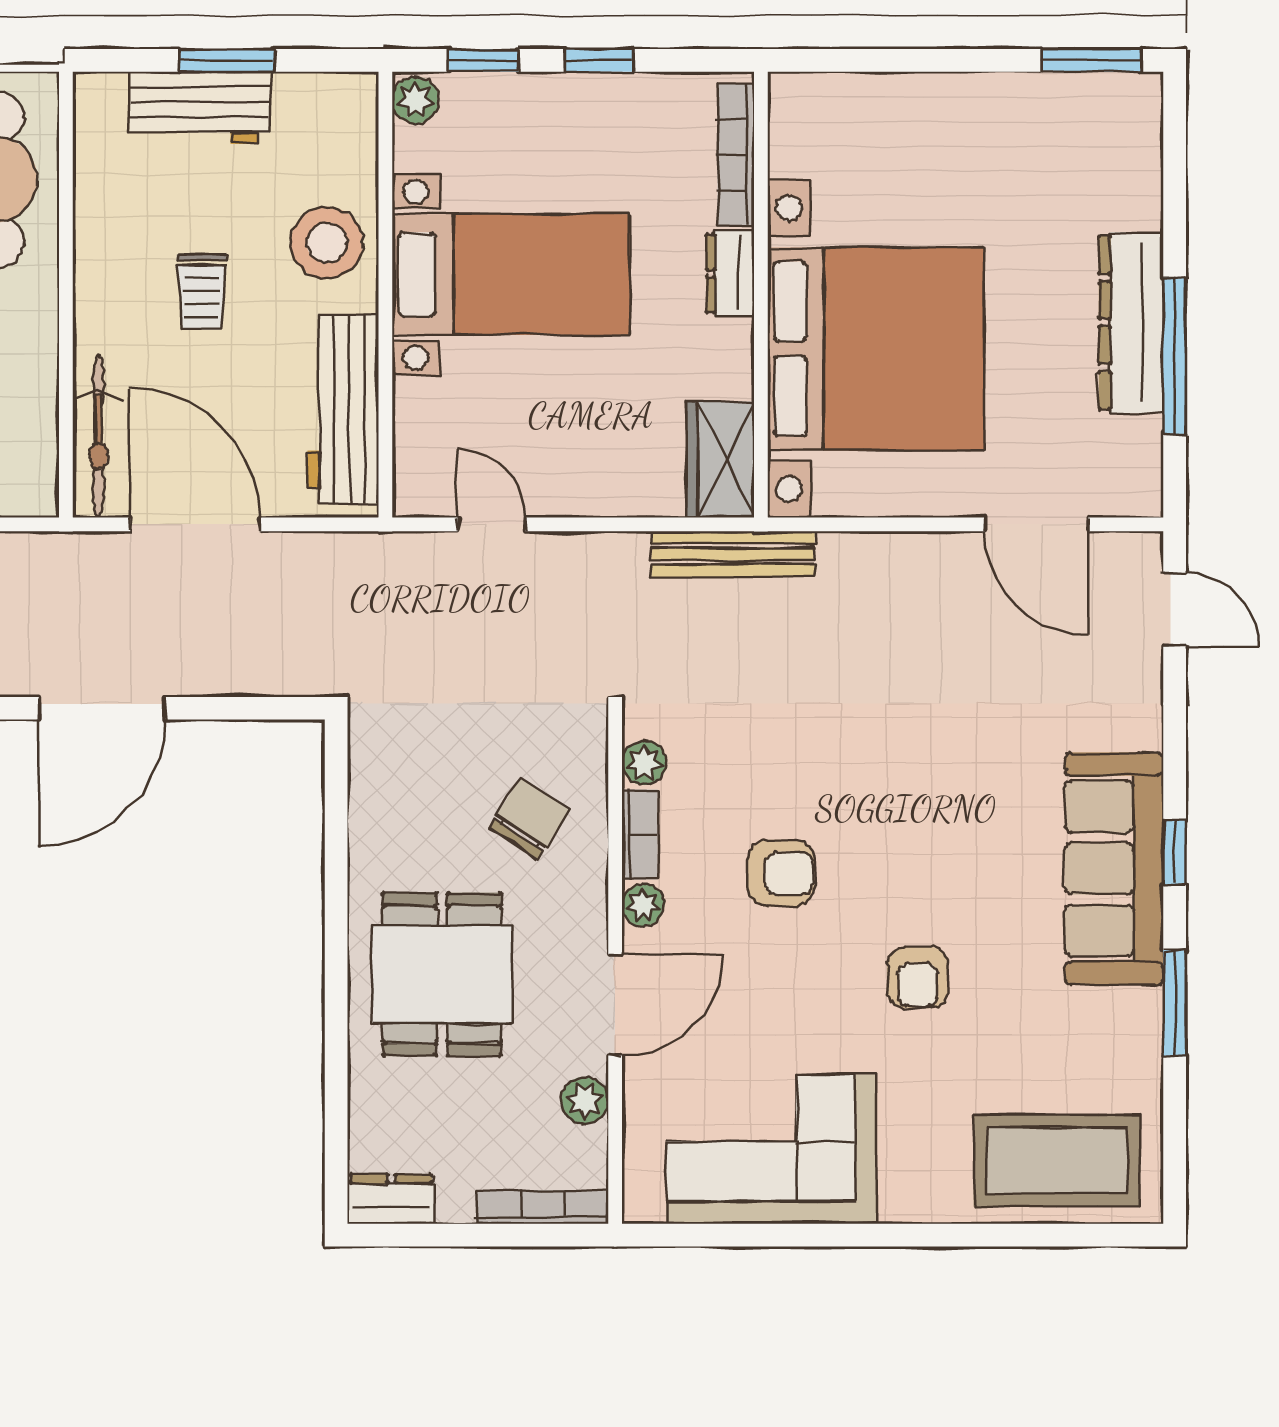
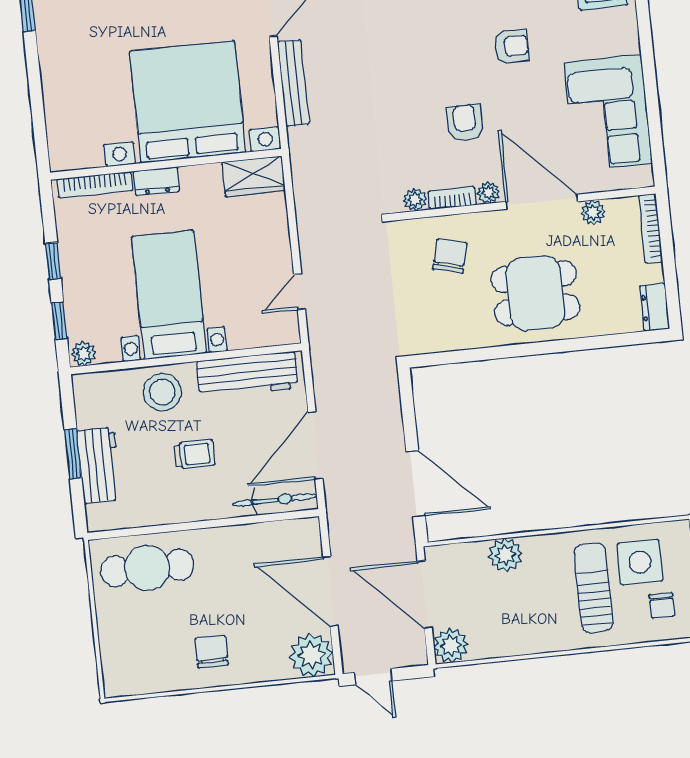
bench: (733, 554) -> (293, 83), moved
chair: (530, 818) -> (450, 256), turned 71
door: (615, 1005) -> (542, 202), width x1.36

